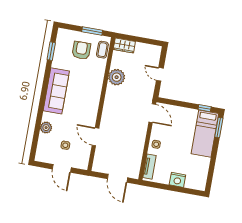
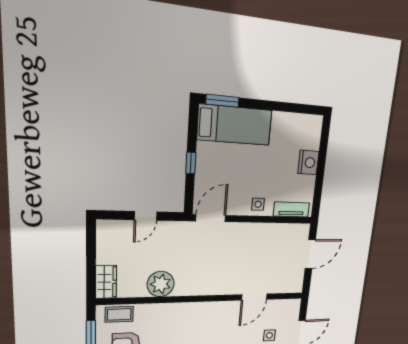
window: (205, 108) -> (191, 163), moved

